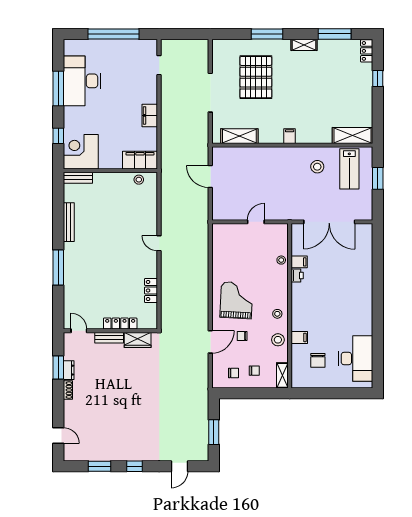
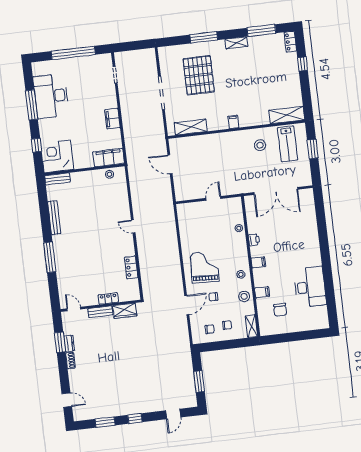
filing cabinet: (299, 262) -> (258, 262), moved
locker: (120, 323) -> (108, 299), width x0.66
desk: (356, 359) -> (310, 287), moved

